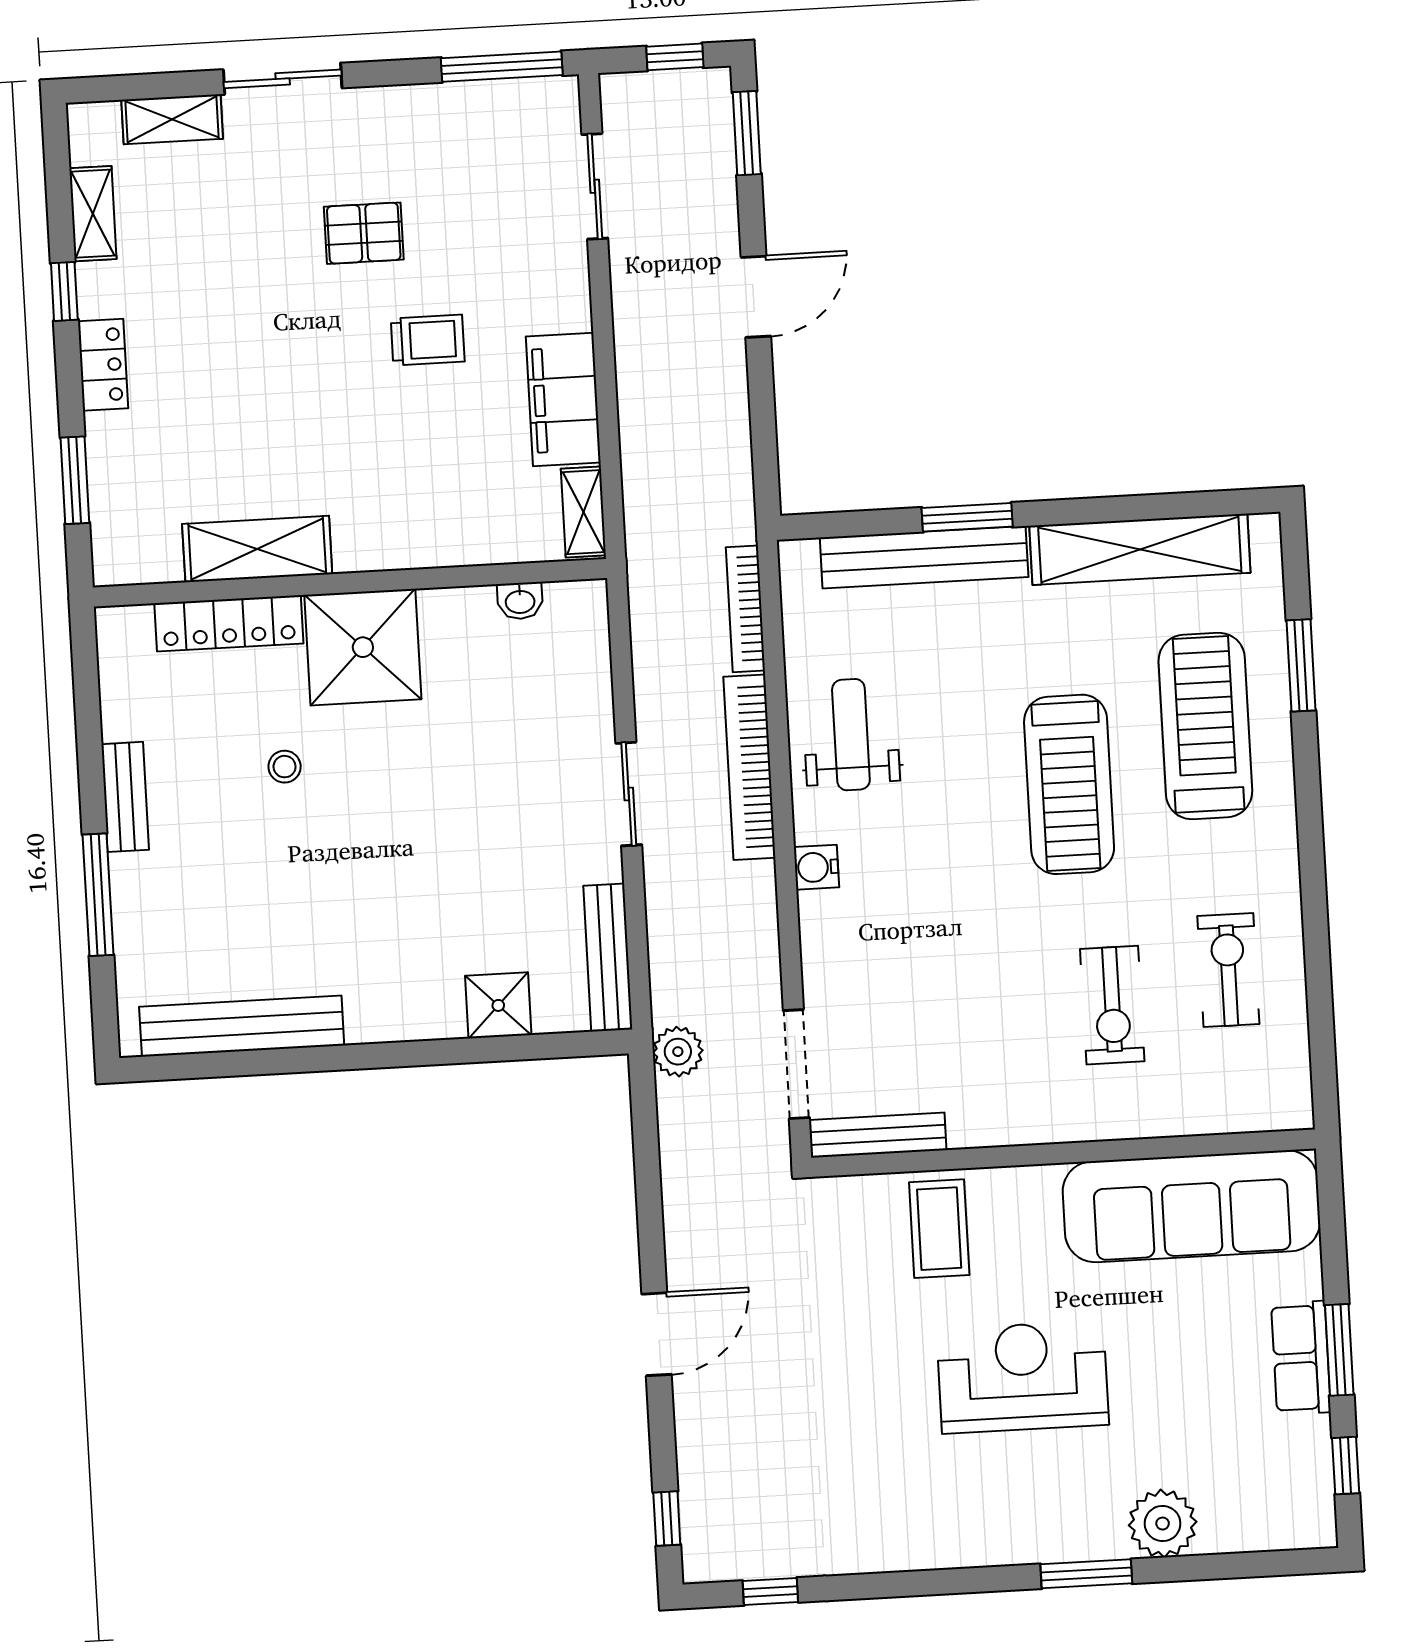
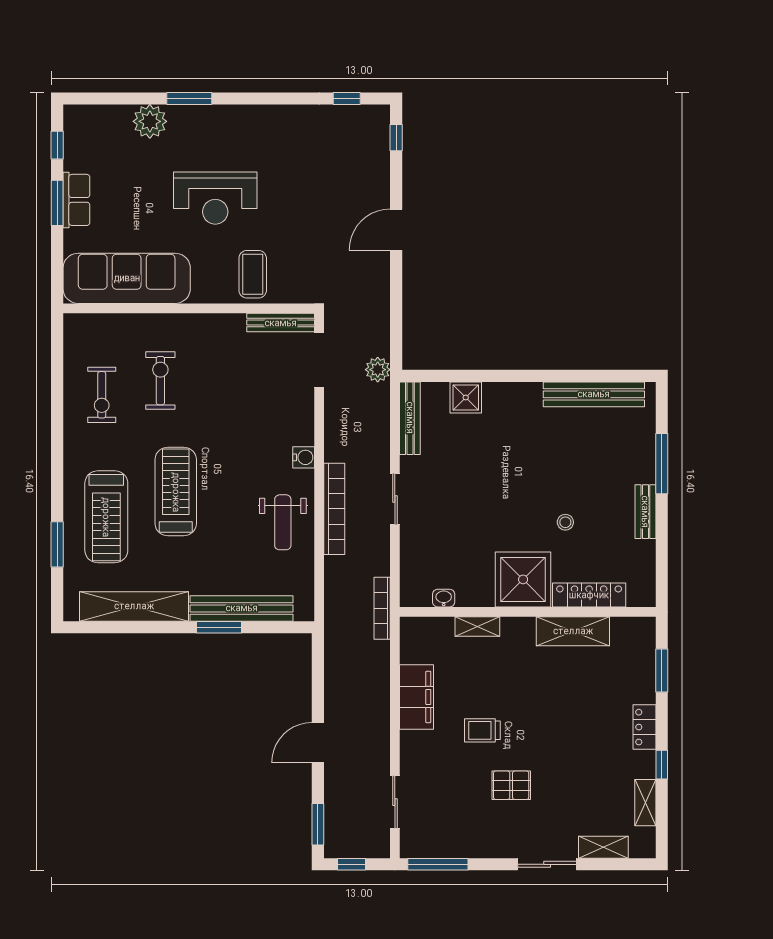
shelving: (583, 512) -> (477, 626), moved, turned 90
bookcase: (745, 609) -> (382, 608), moved, turned 180

